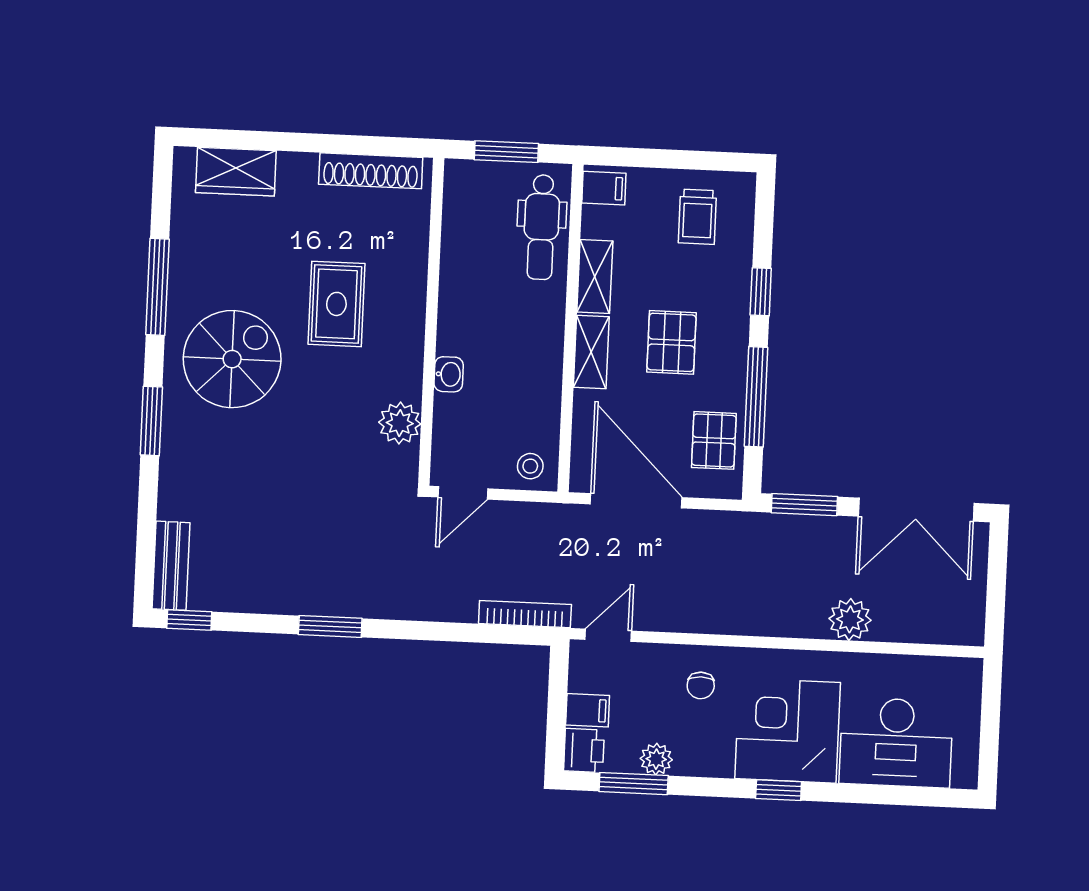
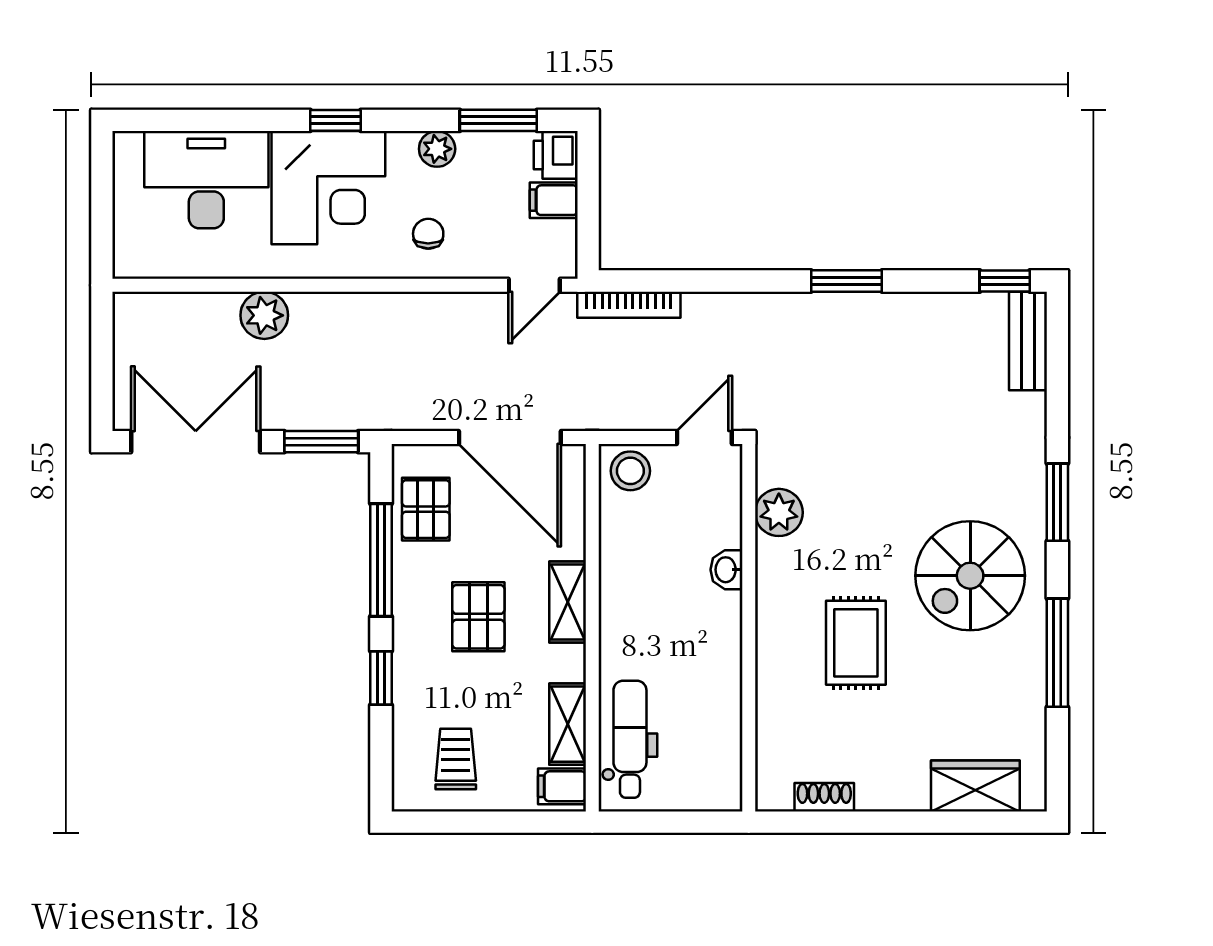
window: (506, 152) -> (673, 822), removed
shoe rack: (371, 171) -> (824, 797), width x0.51, depth x0.81
shelving: (595, 276) -> (568, 724), moved
stool: (530, 466) -> (630, 471), width x1.37, depth x1.37
plant: (656, 759) -> (437, 149), moved

